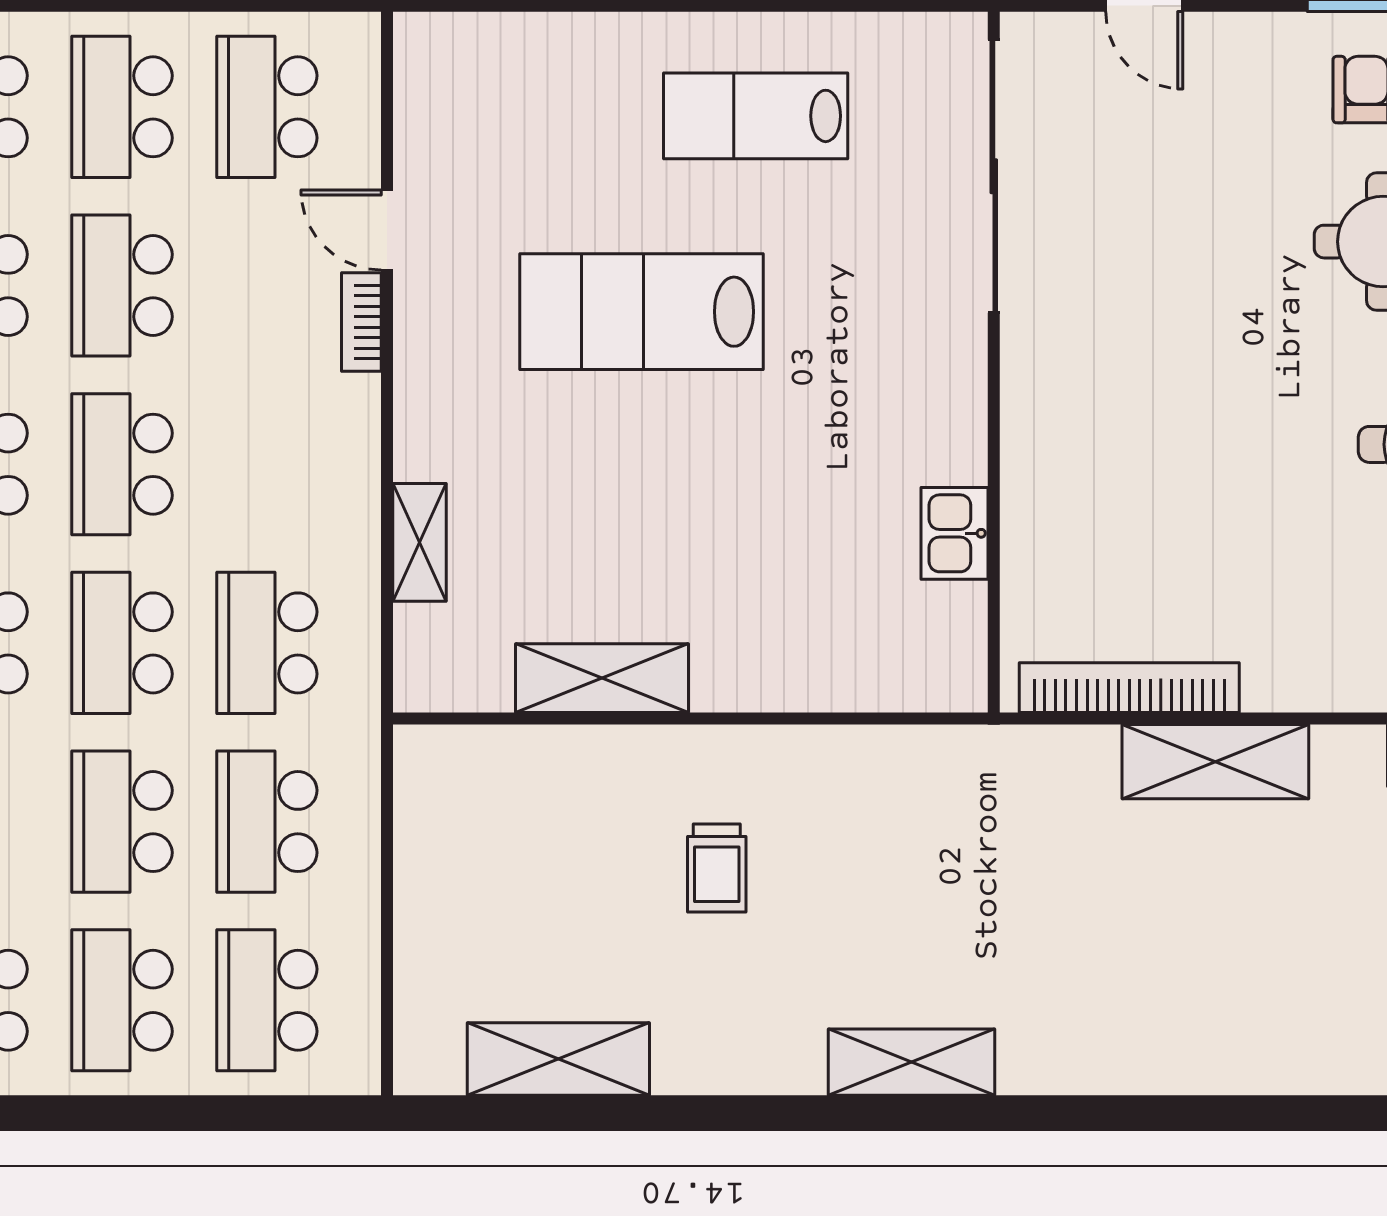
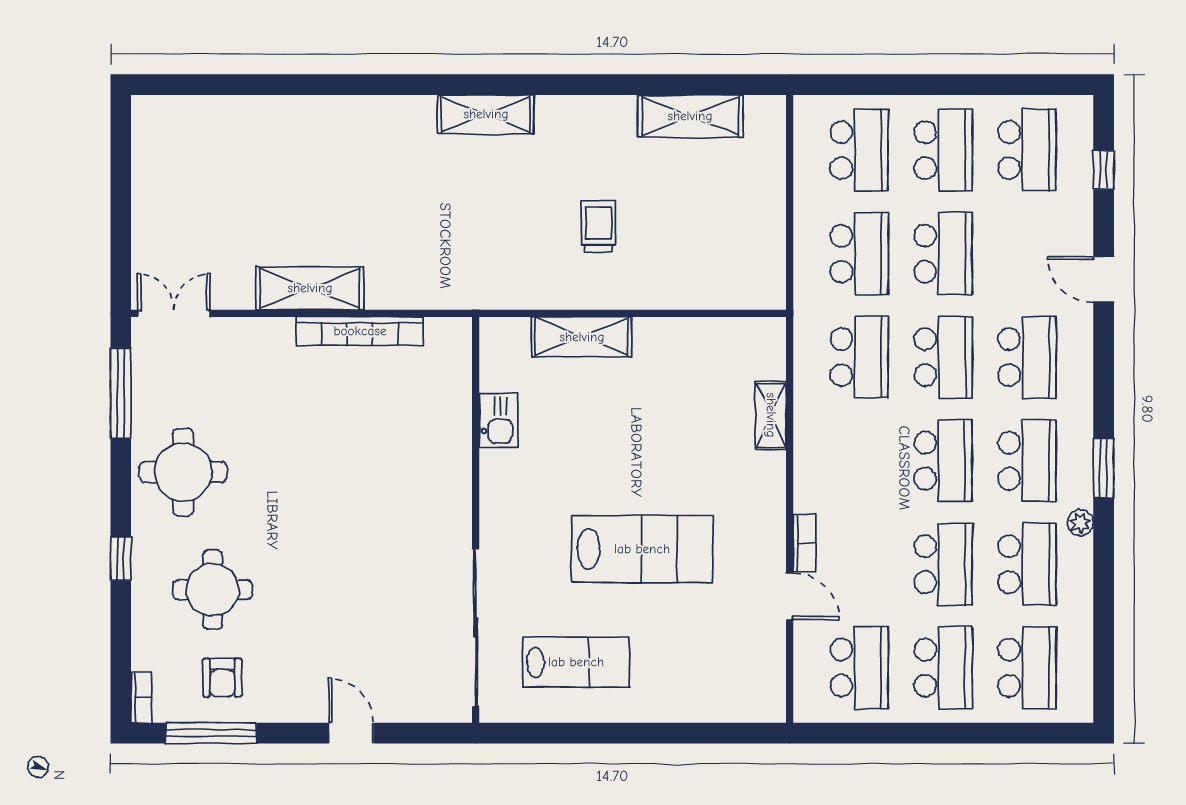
sliding door: (994, 176) -> (476, 627), moved
wall: (994, 362) -> (476, 520), moved
kitchen sink: (955, 533) -> (498, 421), moved
shelving: (602, 678) -> (582, 337), moved

